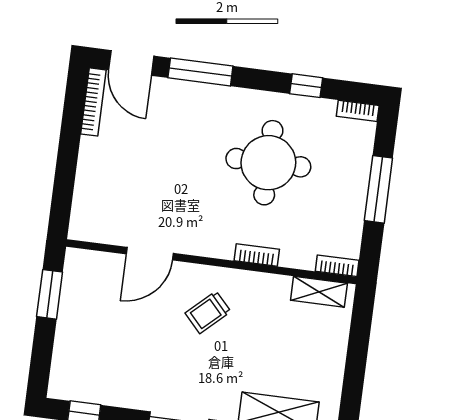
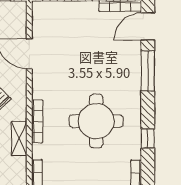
bookcase: (257, 255) -> (37, 121), width x1.56
shelving: (319, 292) -> (19, 139), moved

